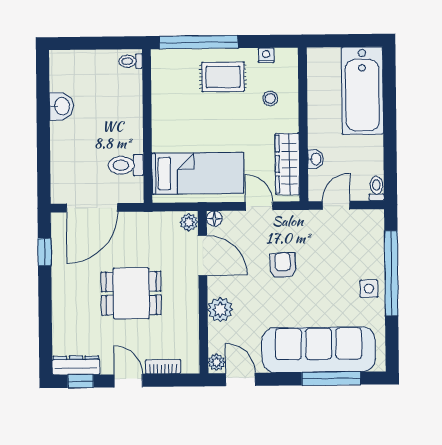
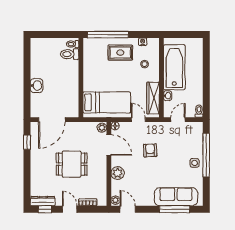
bathtub: (362, 91) -> (174, 67), moved, turned 180
washbasin: (61, 106) -> (37, 86), moved
toilet: (126, 165) -> (70, 54), moved
sofa: (319, 350) -> (176, 197), width x0.74, depth x0.79

